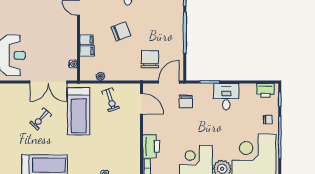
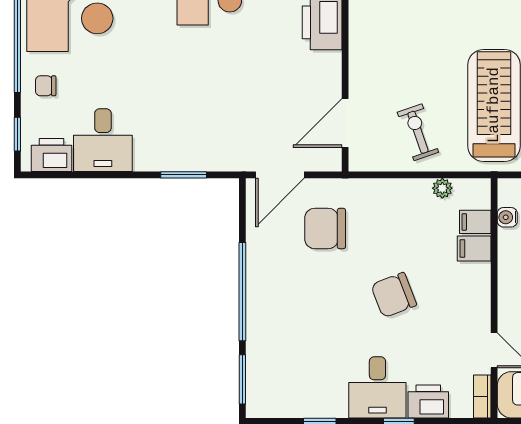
filing cabinet: (87, 40) -> (475, 222), moved
chair: (150, 59) -> (325, 228), turned 90
desk: (226, 97) -> (103, 140), moved
chair: (186, 102) -> (240, 128), removed
door: (141, 104) -> (345, 123), hinge flipped

